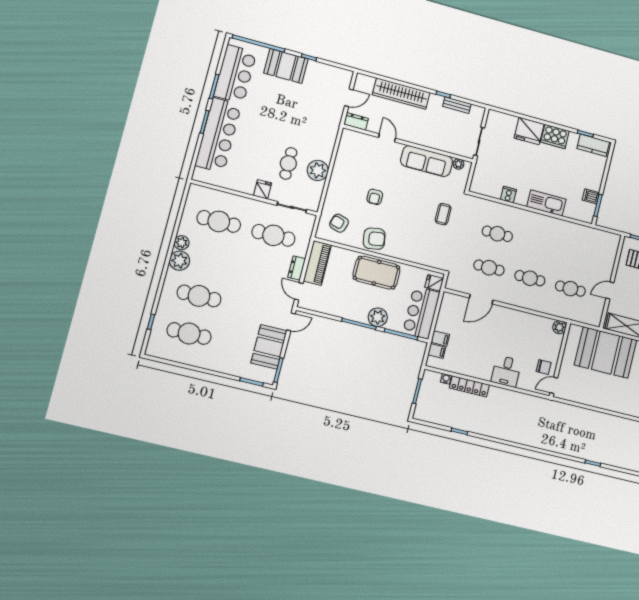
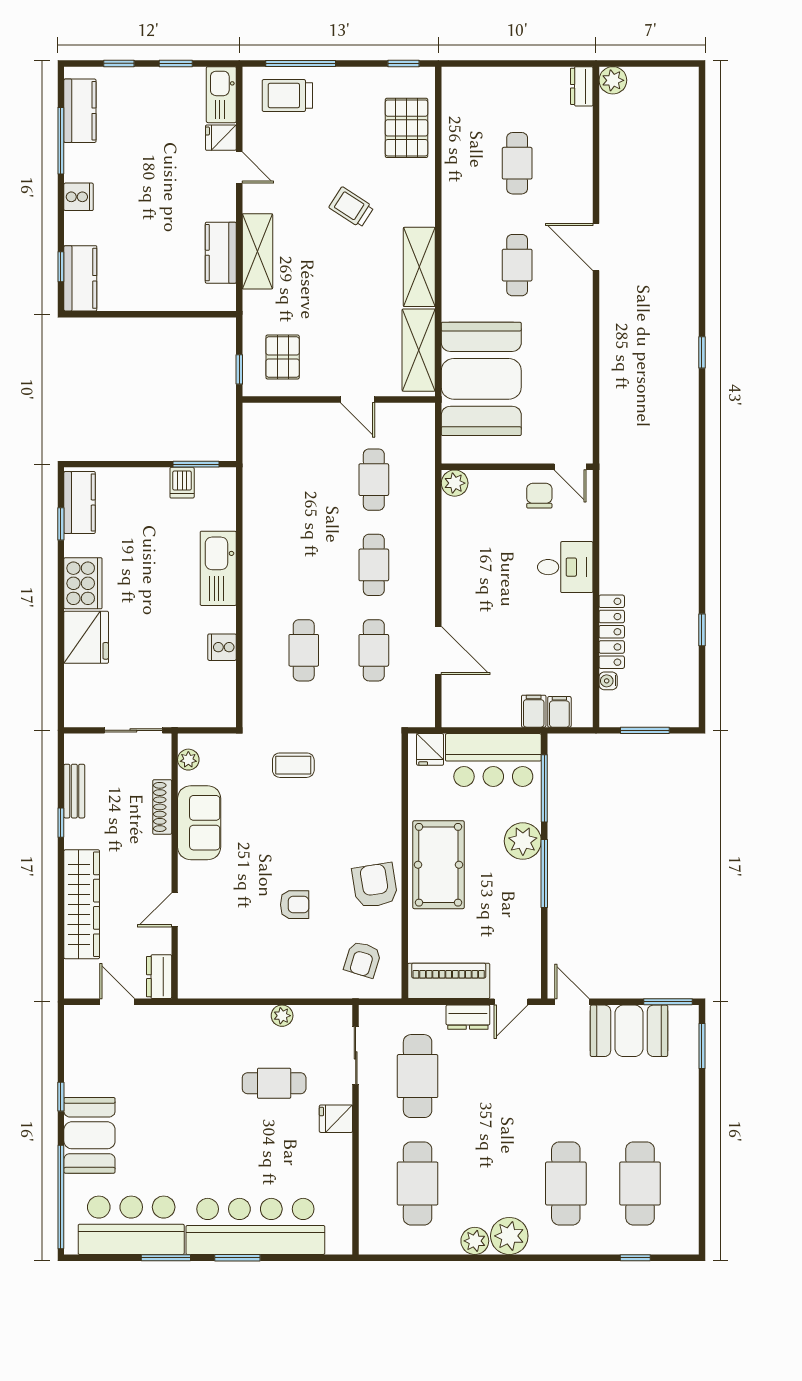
shoe rack: (439, 145) -> (162, 807), added
sofa: (427, 161) -> (199, 823), width x0.73
plant: (318, 170) -> (282, 1016), width x0.53, depth x0.53

